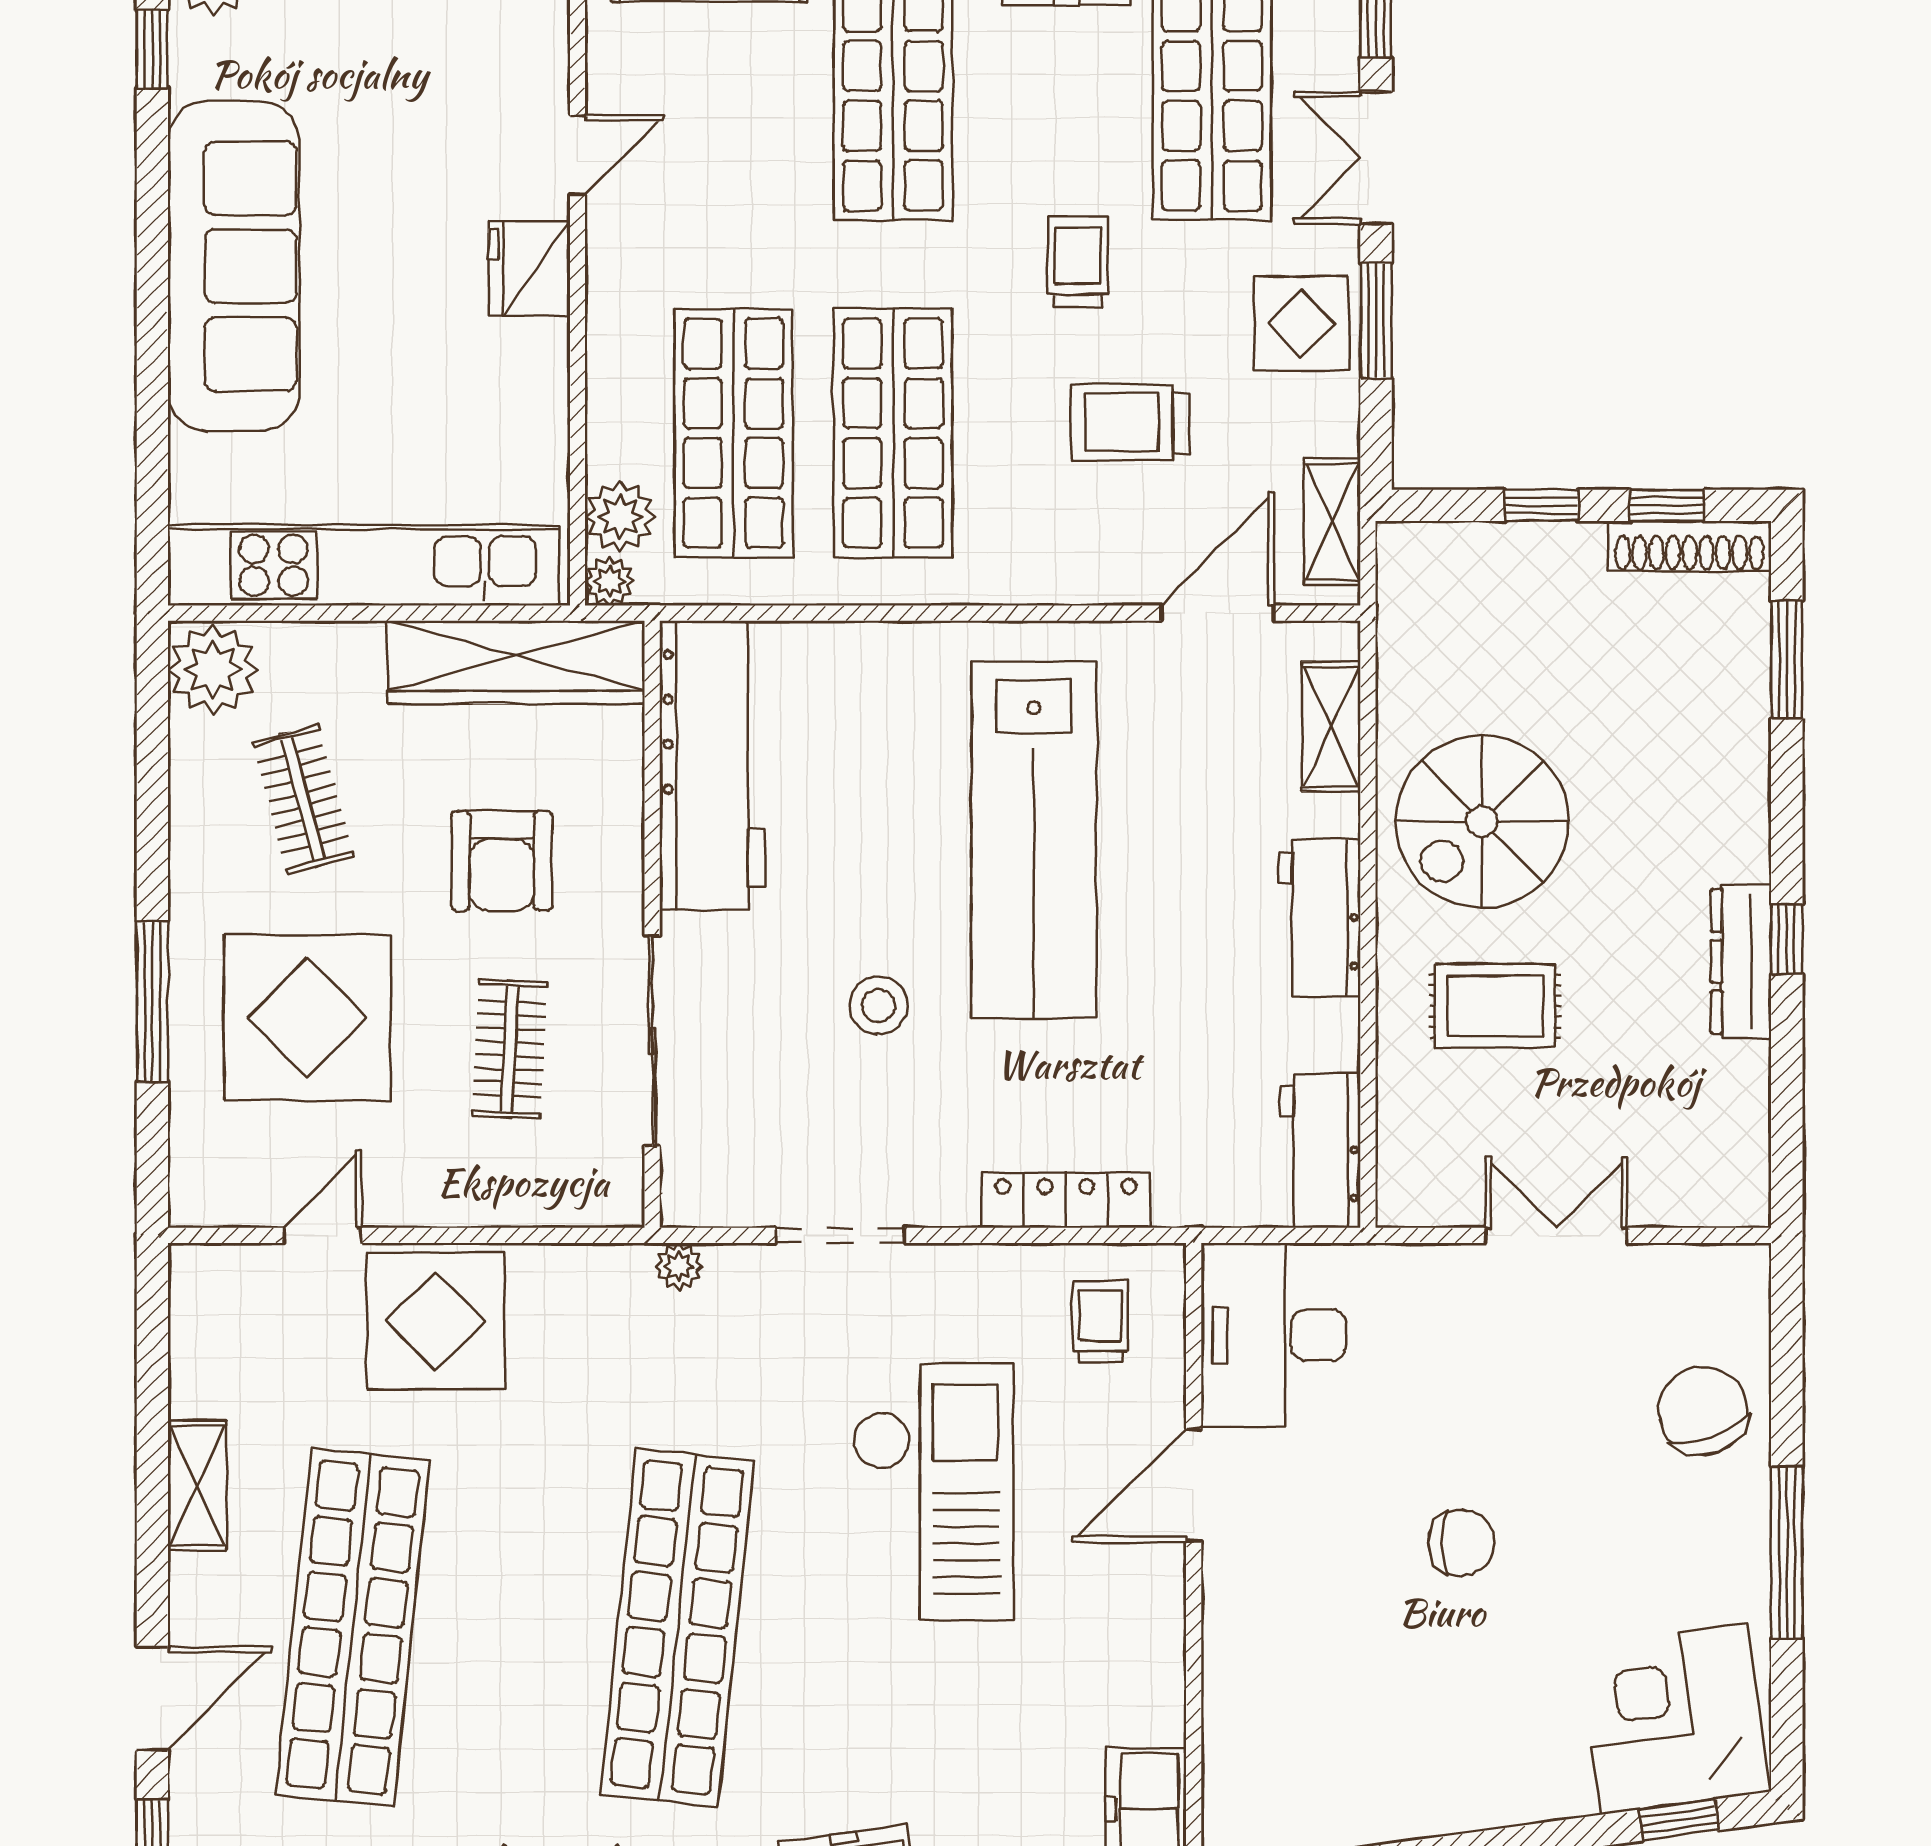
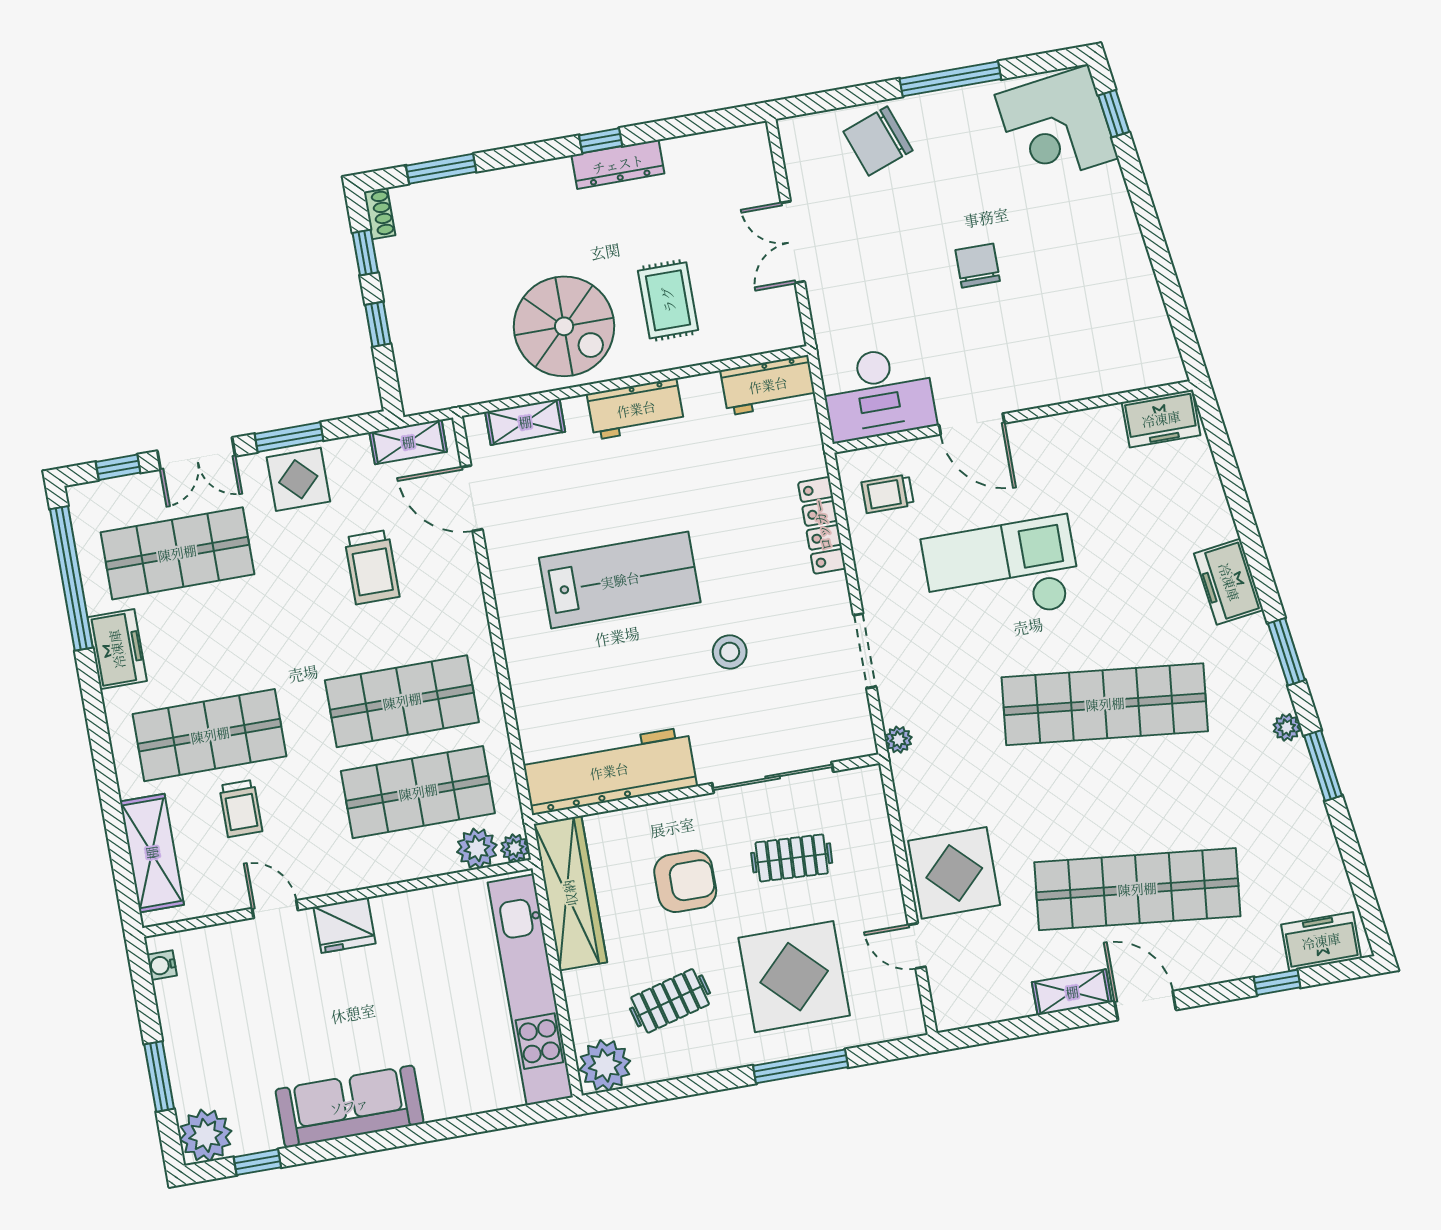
trolley: (1078, 262) -> (241, 808), moved, turned -90
sofa: (234, 266) -> (349, 1106), width x0.74, depth x0.79
shoe rack: (1690, 546) -> (379, 213), width x0.51, depth x0.81
lab bench: (1034, 840) -> (620, 580), width x0.73
door: (152, 1699) -> (1145, 1006), moved

